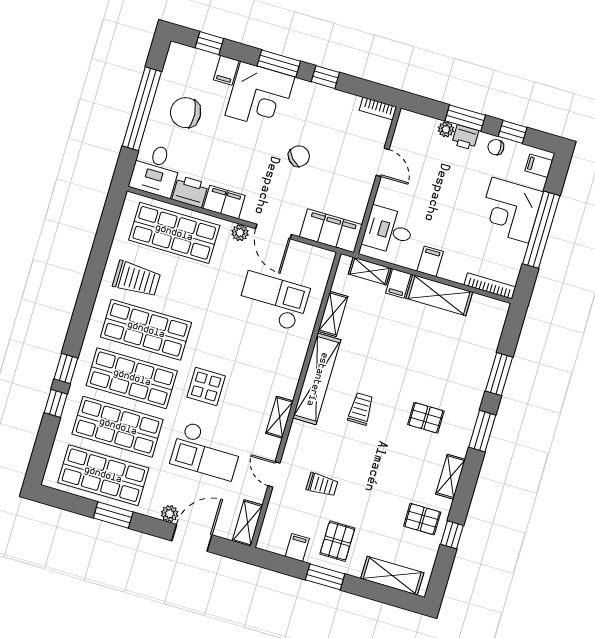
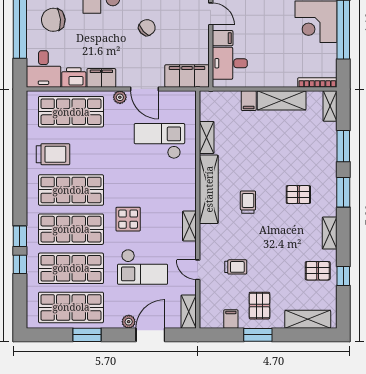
filing cabinet: (430, 261) -> (223, 38), moved, turned 90
shelving: (370, 271) -> (330, 106), moved, turned 90

